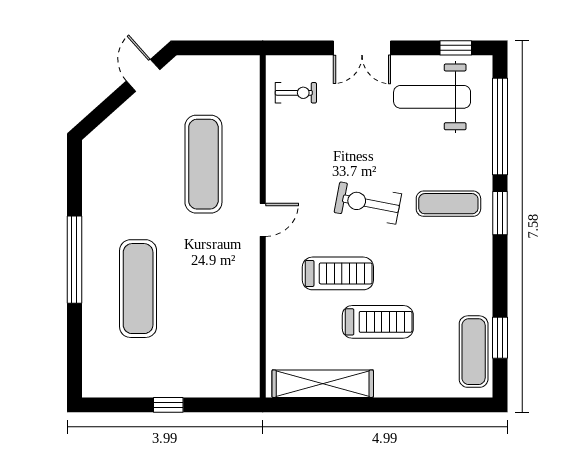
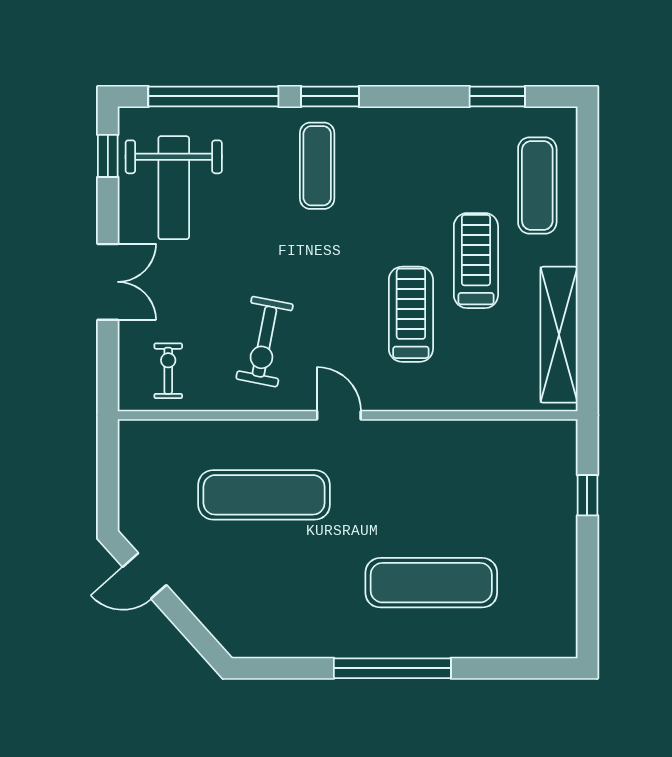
exercise bike: (368, 203) -> (265, 342), moved
exercise mat: (474, 352) -> (537, 185), moved, turned 90
window: (168, 405) -> (587, 495), moved

